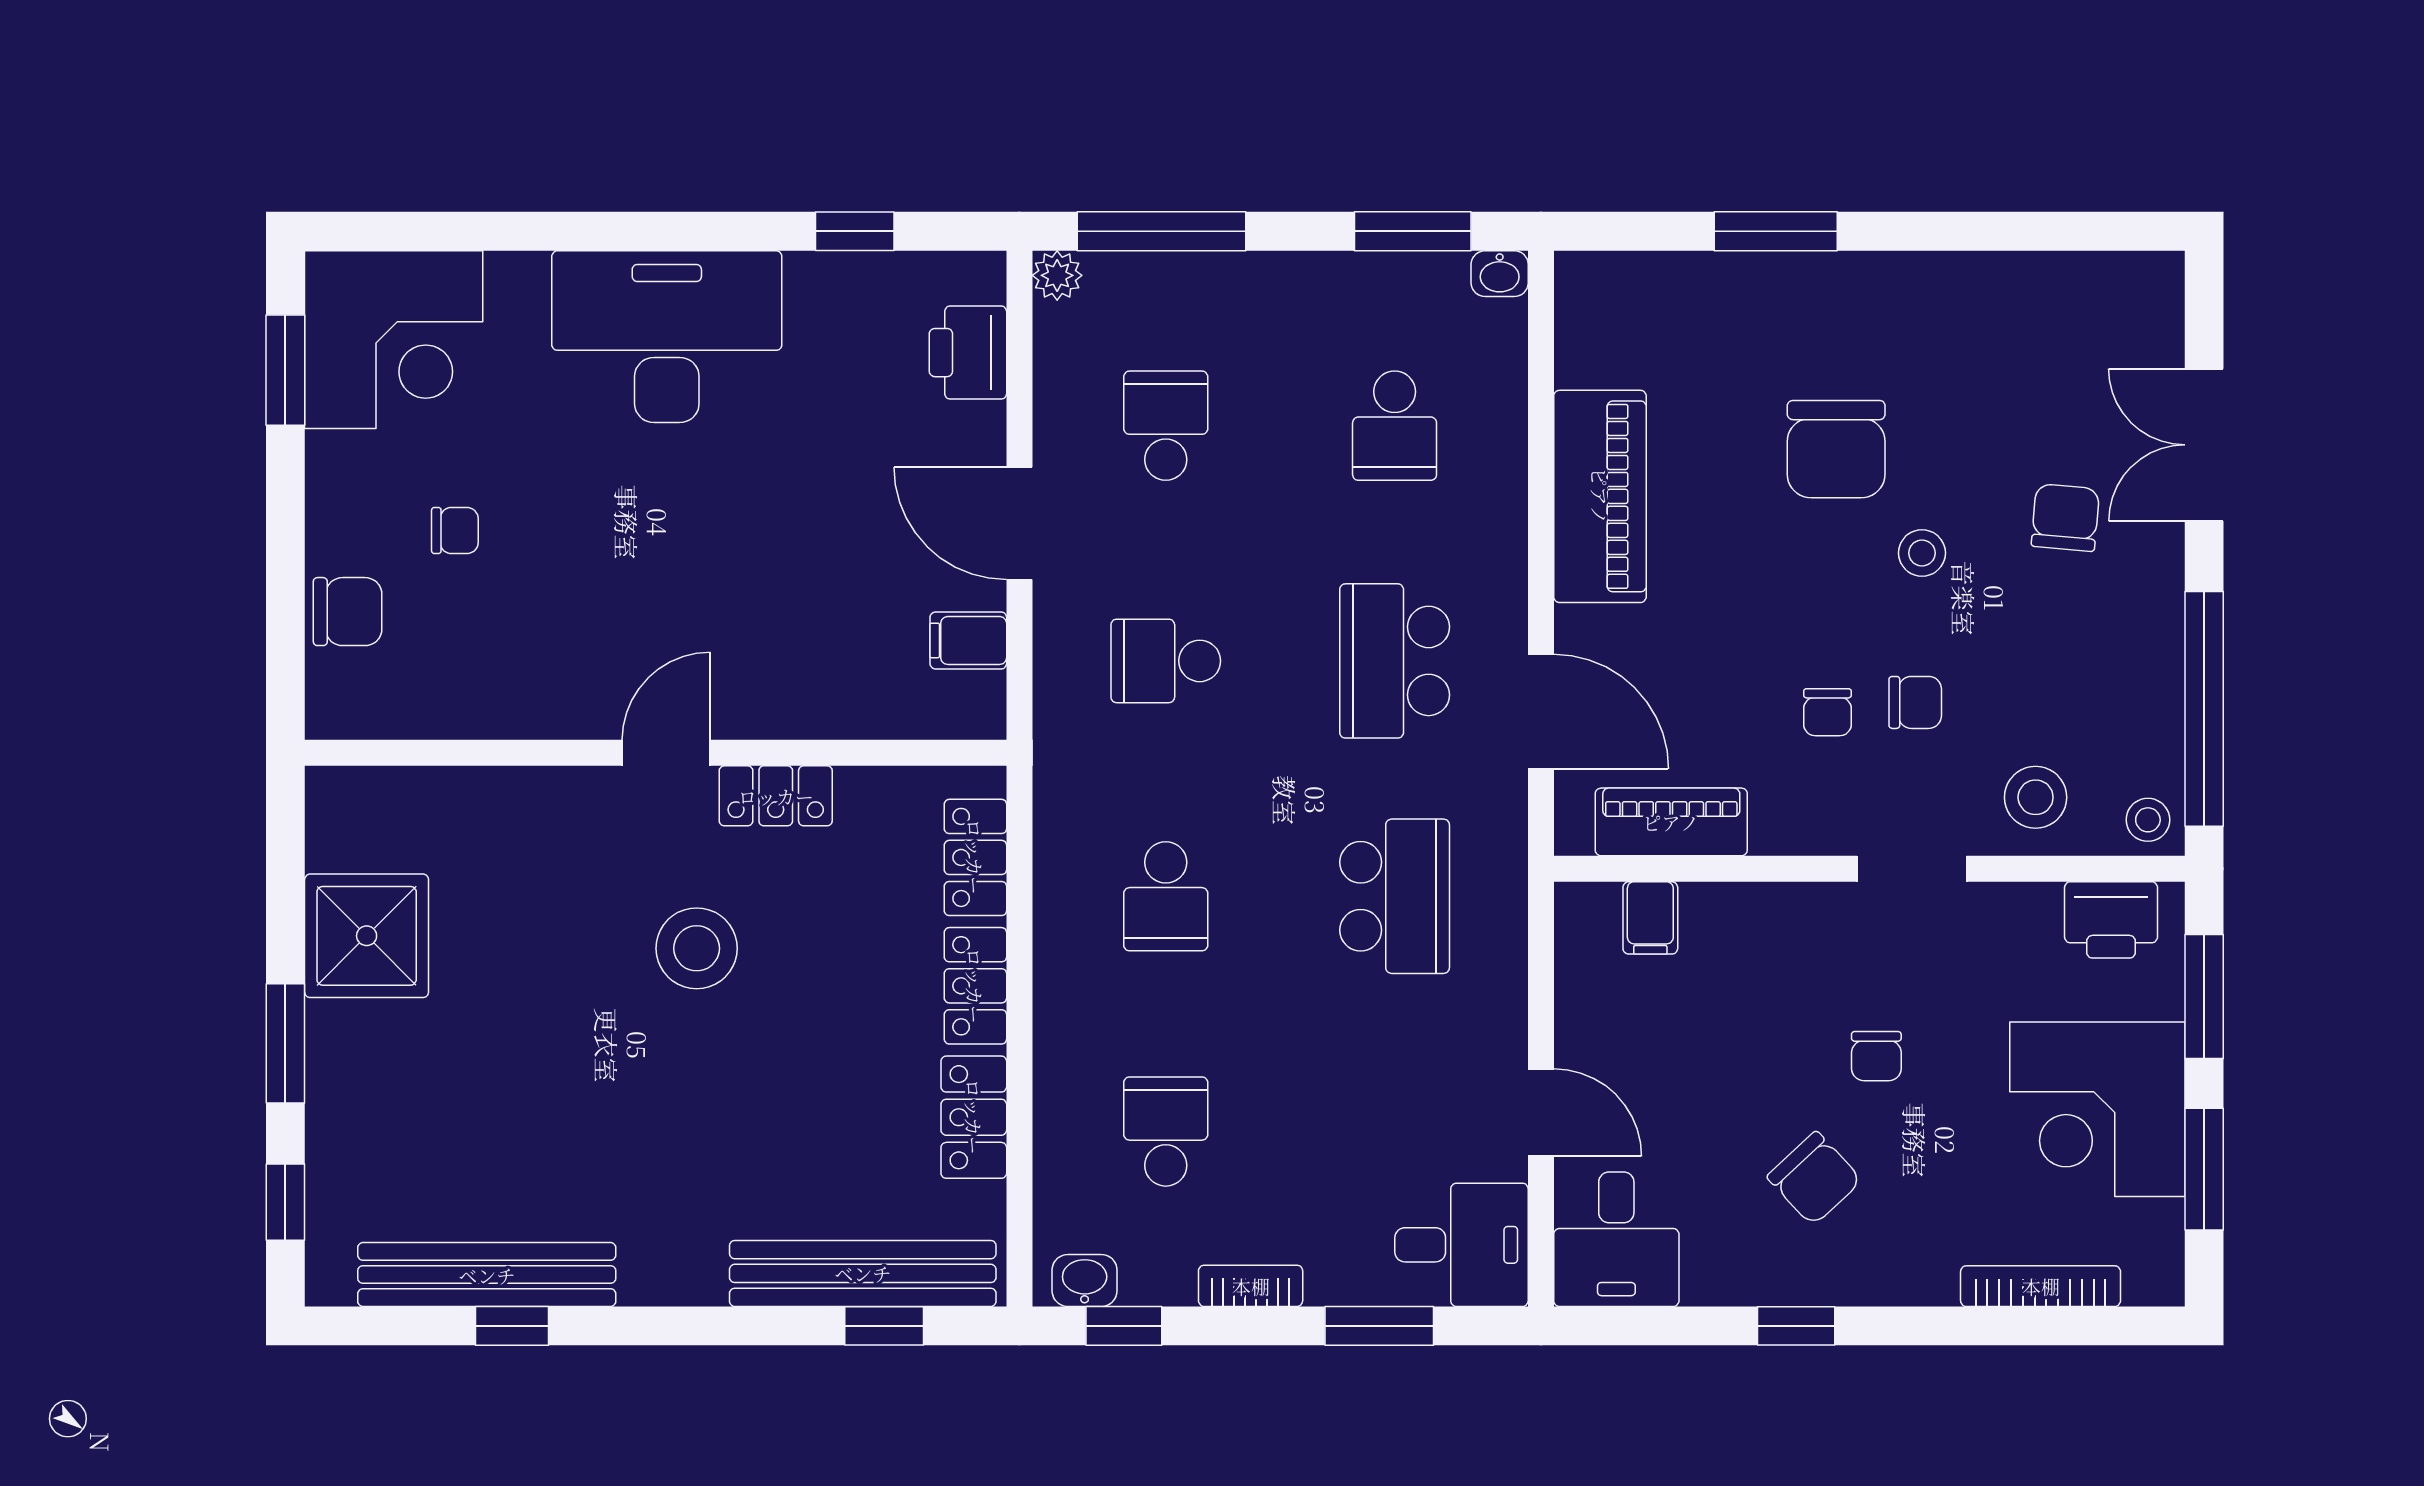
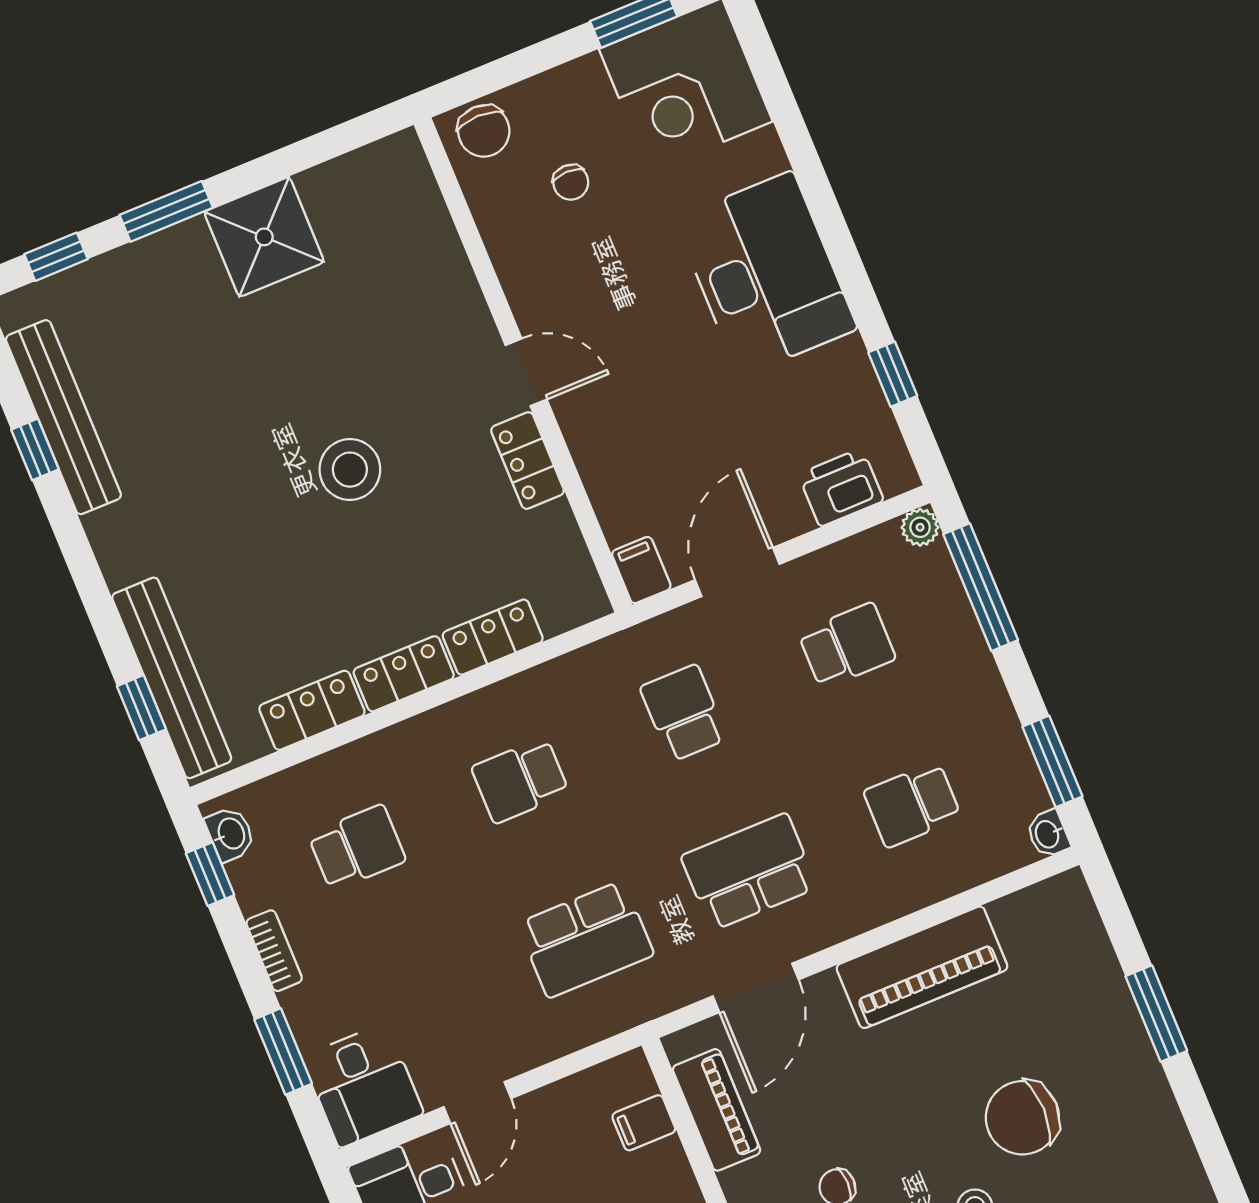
wall: (656, 753) -> (523, 365), moved
door: (666, 753) -> (526, 372), moved
locker: (776, 796) -> (528, 461), moved

